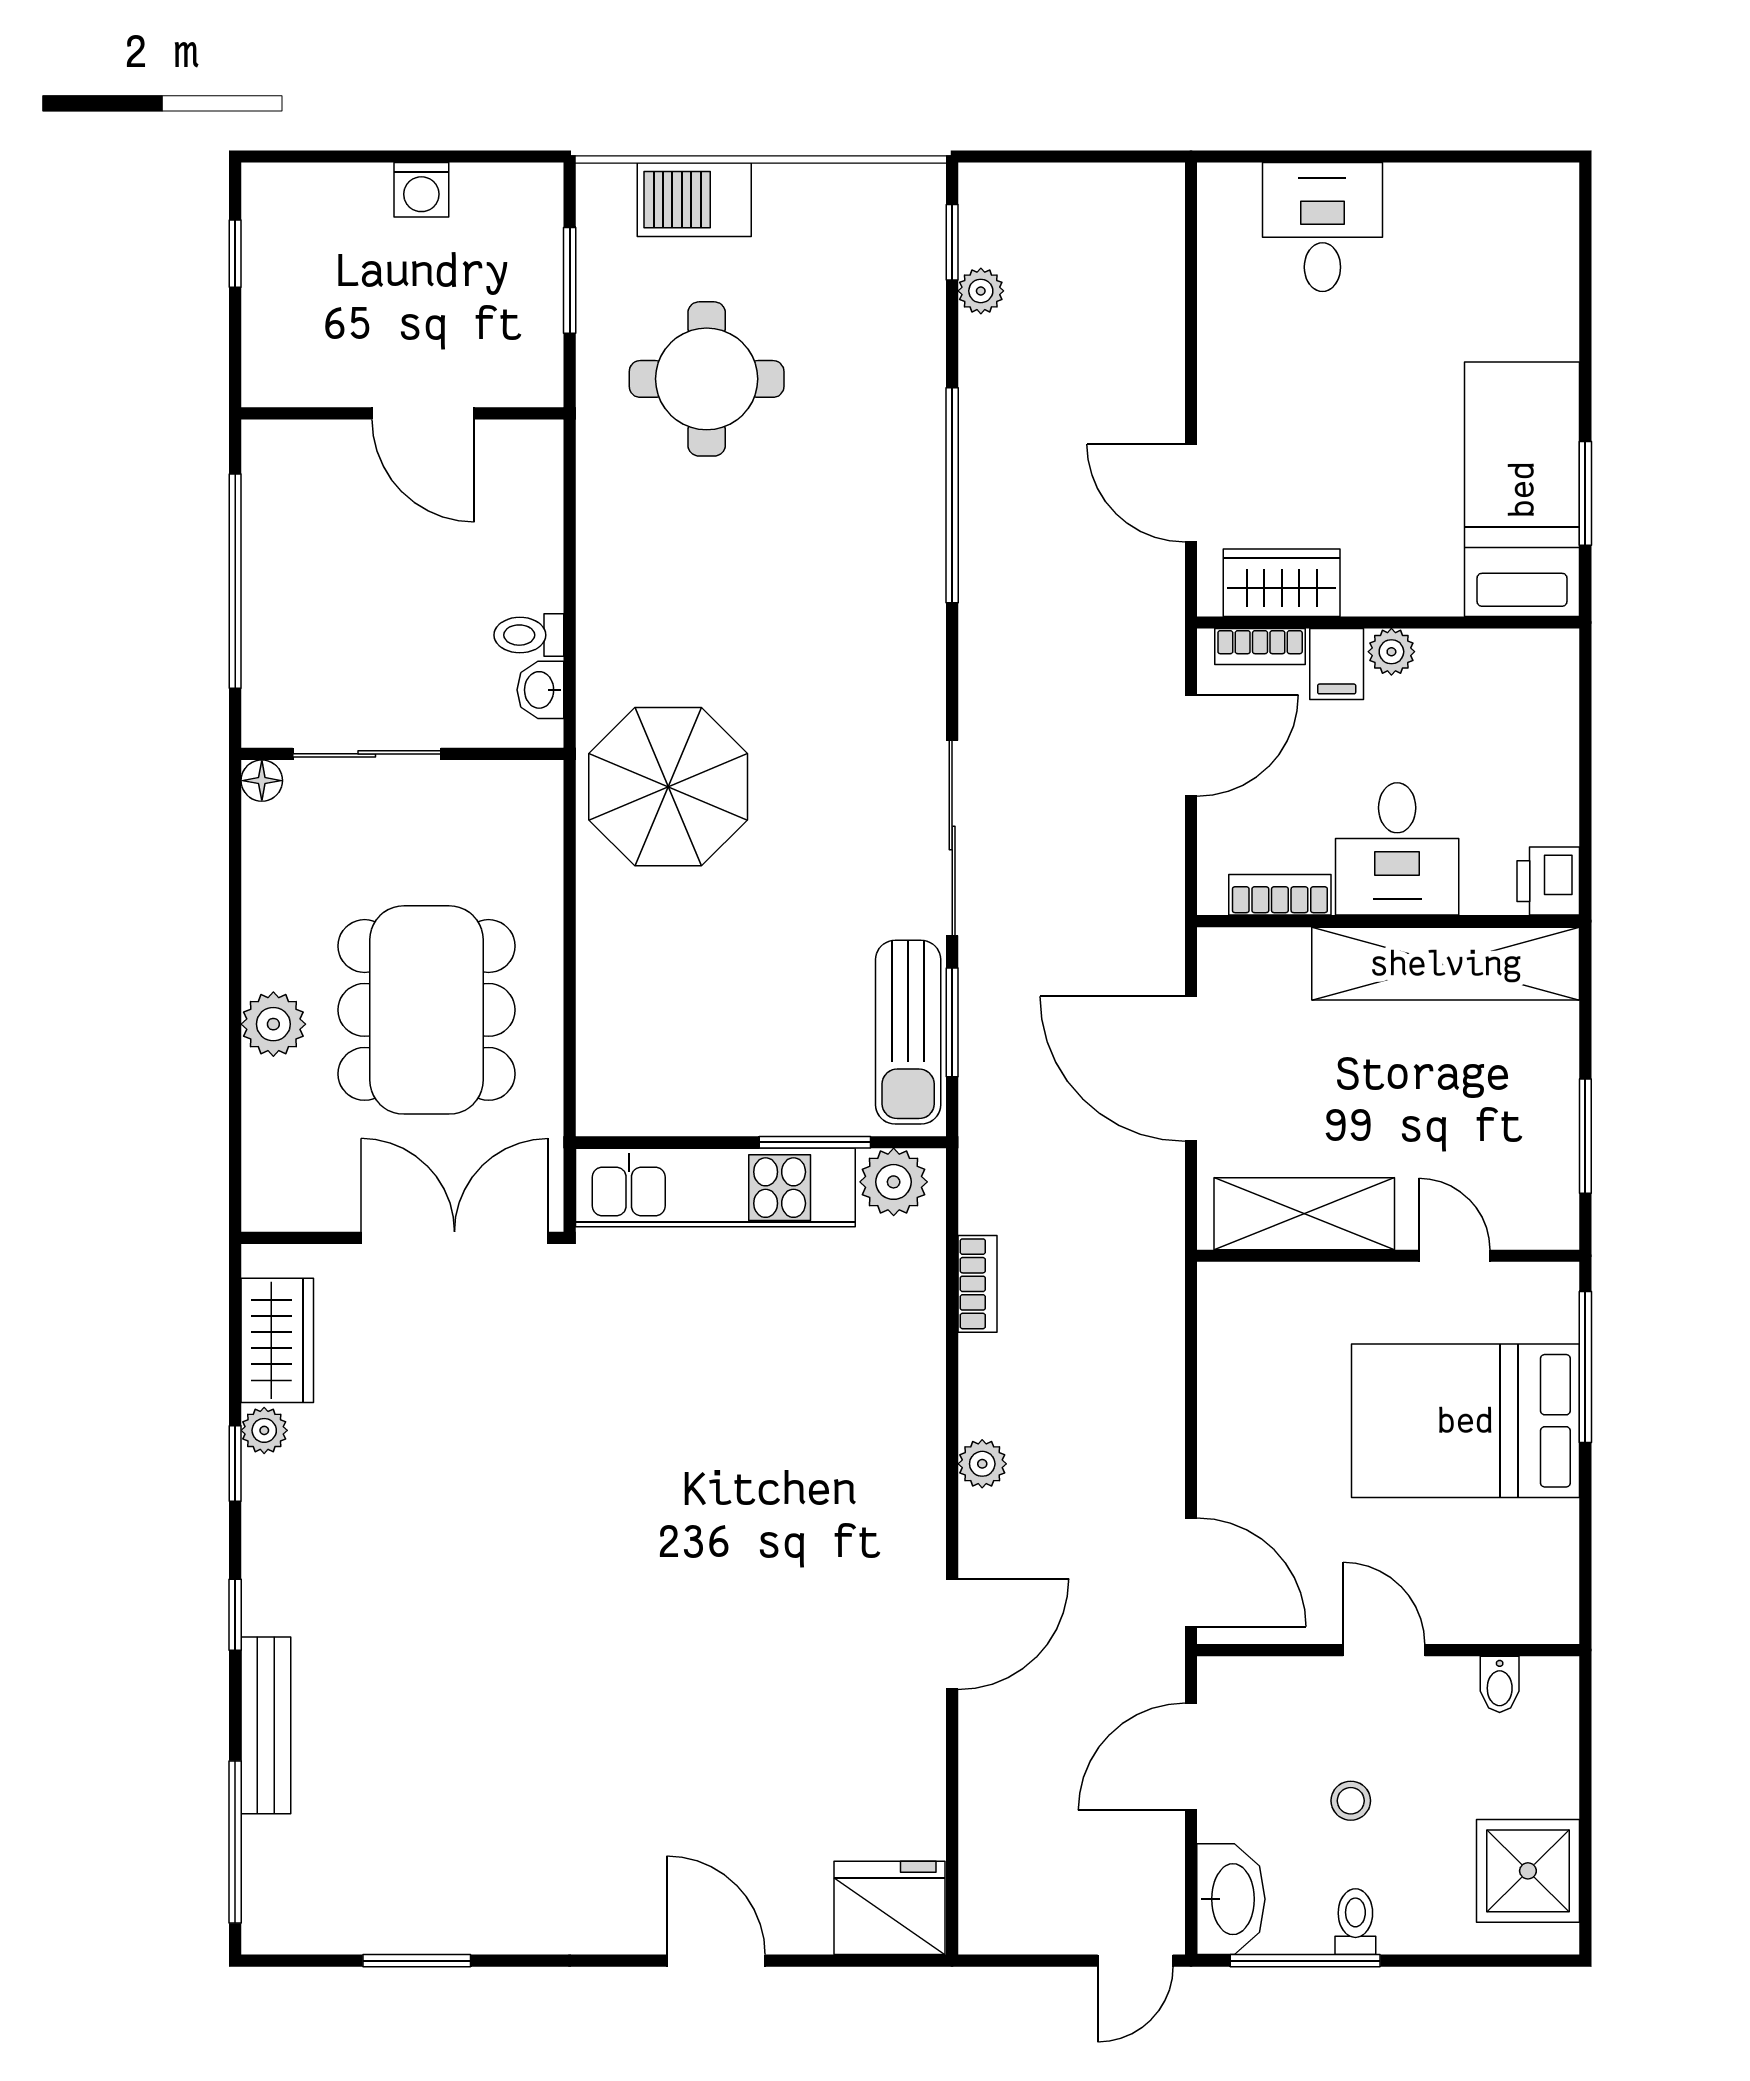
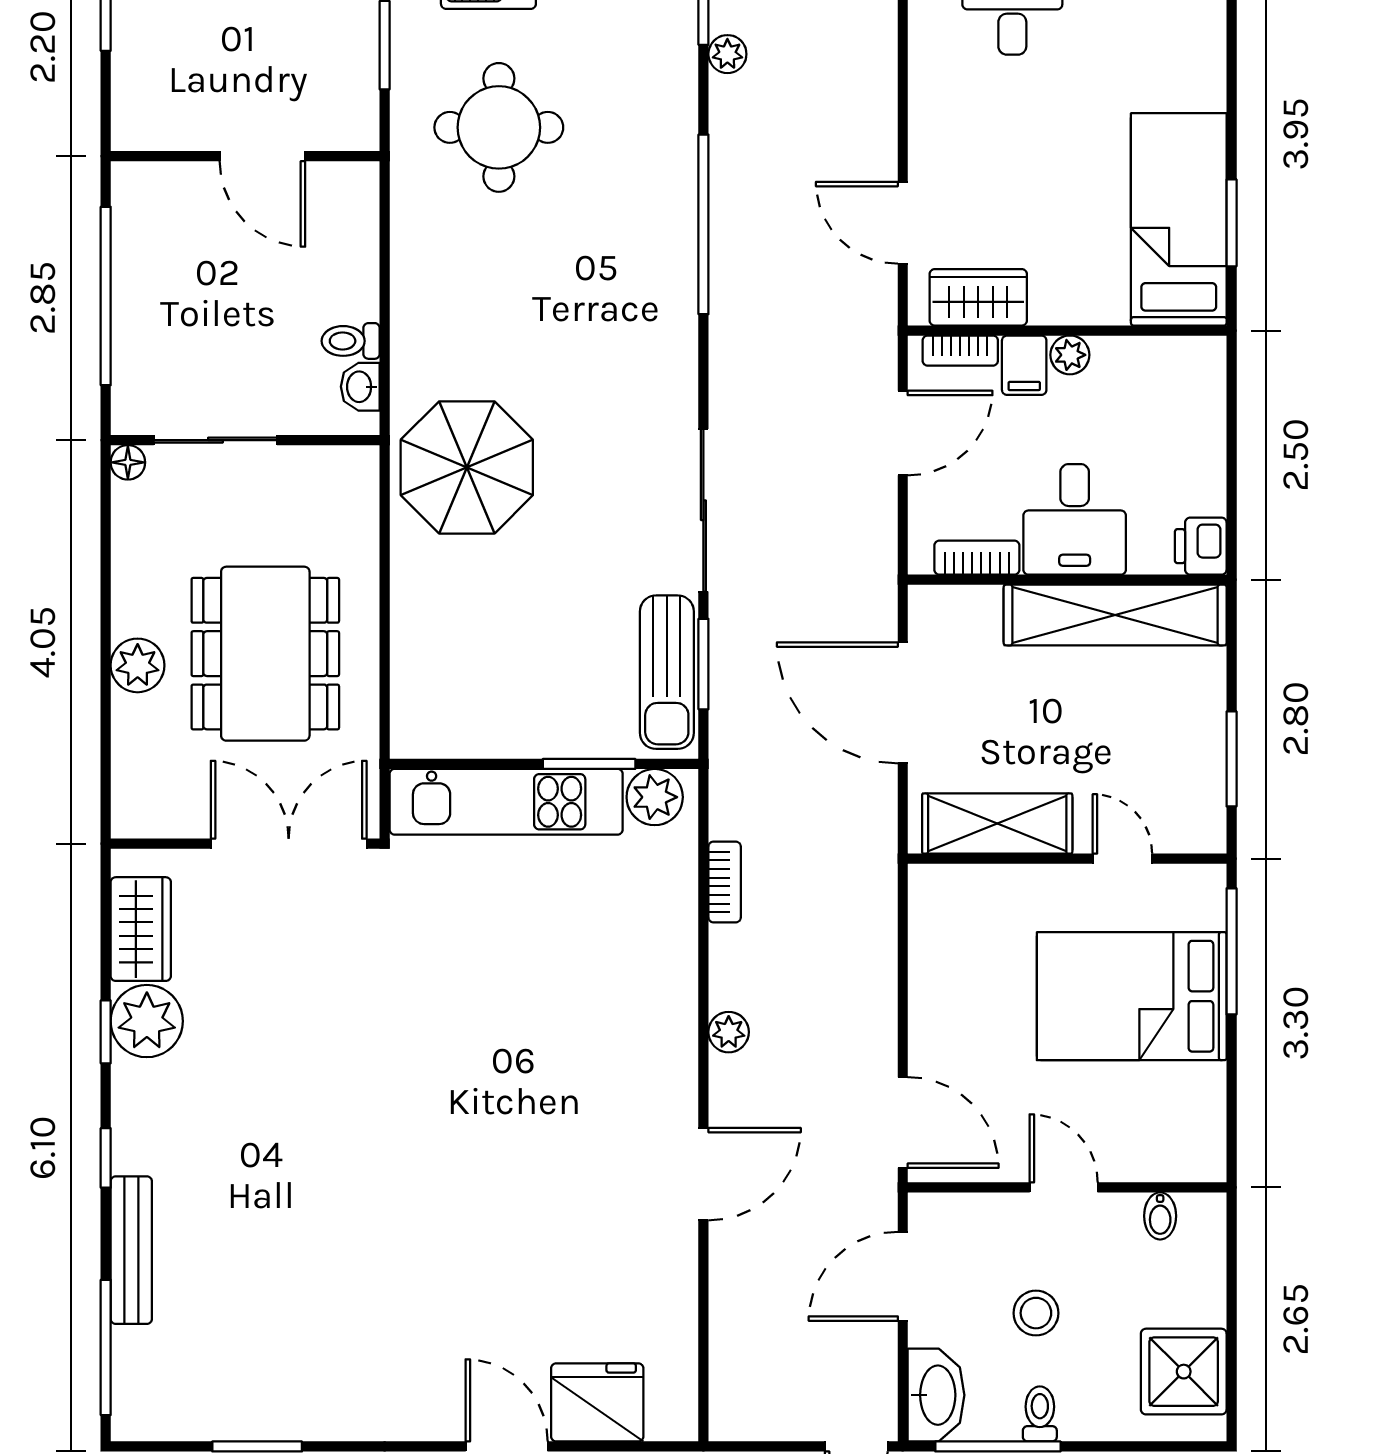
plant: (264, 1430) -> (147, 1021), width x1.88, depth x1.88
stool: (1351, 1801) -> (1036, 1313), width x1.37, depth x1.37
fridge: (890, 1908) -> (597, 1402), moved

